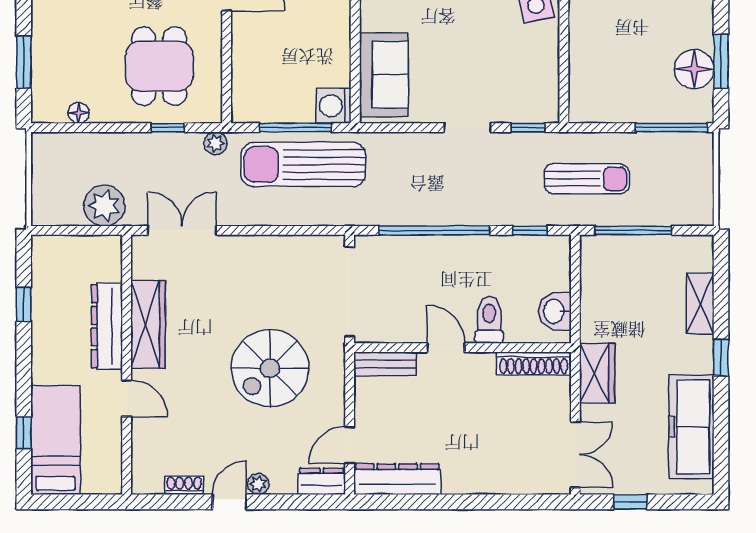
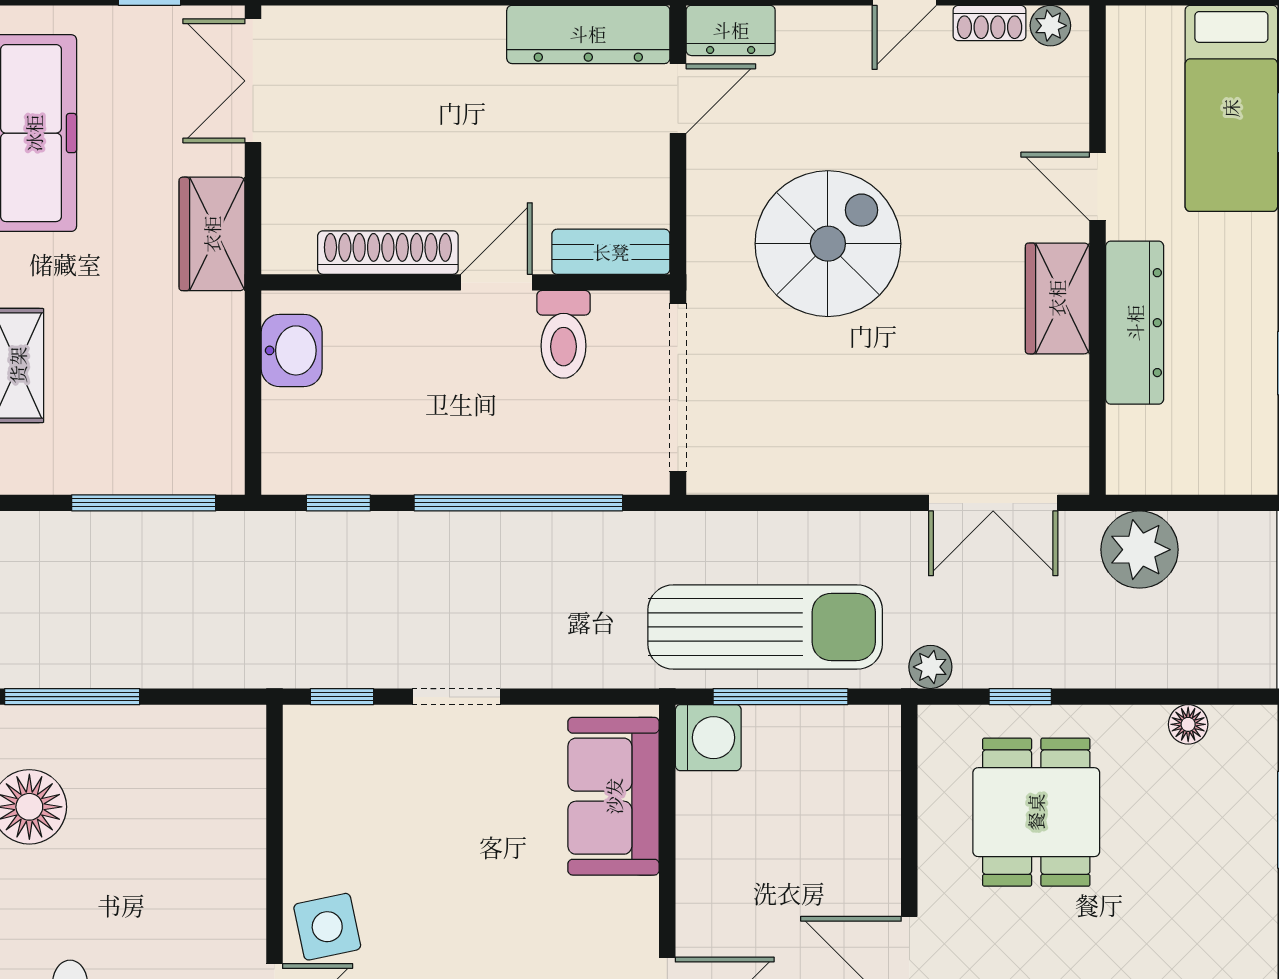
sun lounger: (587, 179) -> (231, 600), removed
toilet: (489, 320) -> (564, 334), moved
wardrobe: (148, 324) -> (1057, 298), width x0.67
door: (446, 348) -> (496, 282), swing flipped
shoe rack: (534, 363) -> (388, 253), moved
plant: (258, 484) -> (1050, 26), moved

